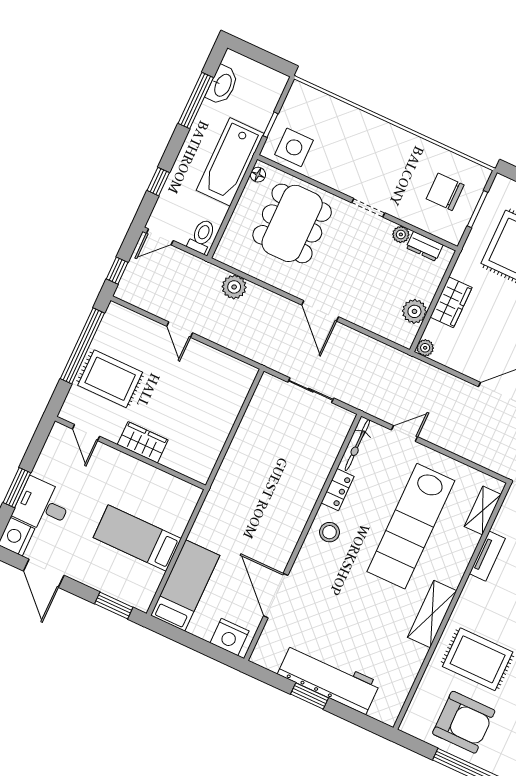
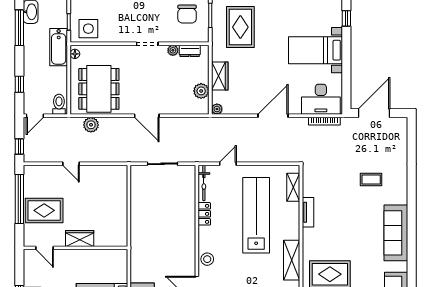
bathtub: (230, 162) -> (59, 47), width x0.73, depth x0.73
chair: (445, 192) -> (187, 14), turned -90
dining table: (292, 223) -> (99, 89), moved
lab bench: (411, 526) -> (256, 215), turned 180
stool: (329, 532) -> (207, 259), moved

